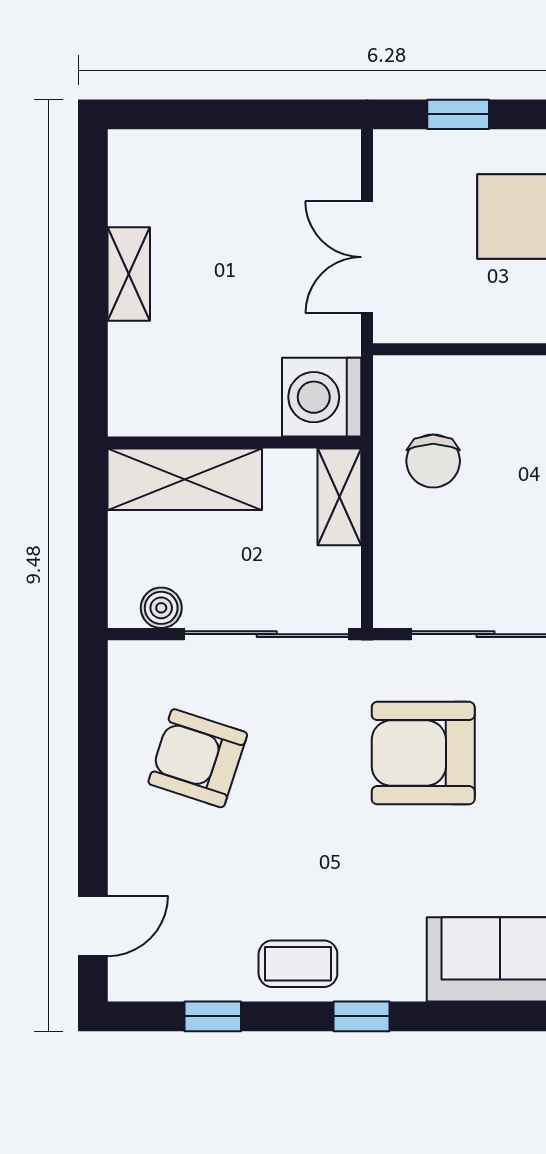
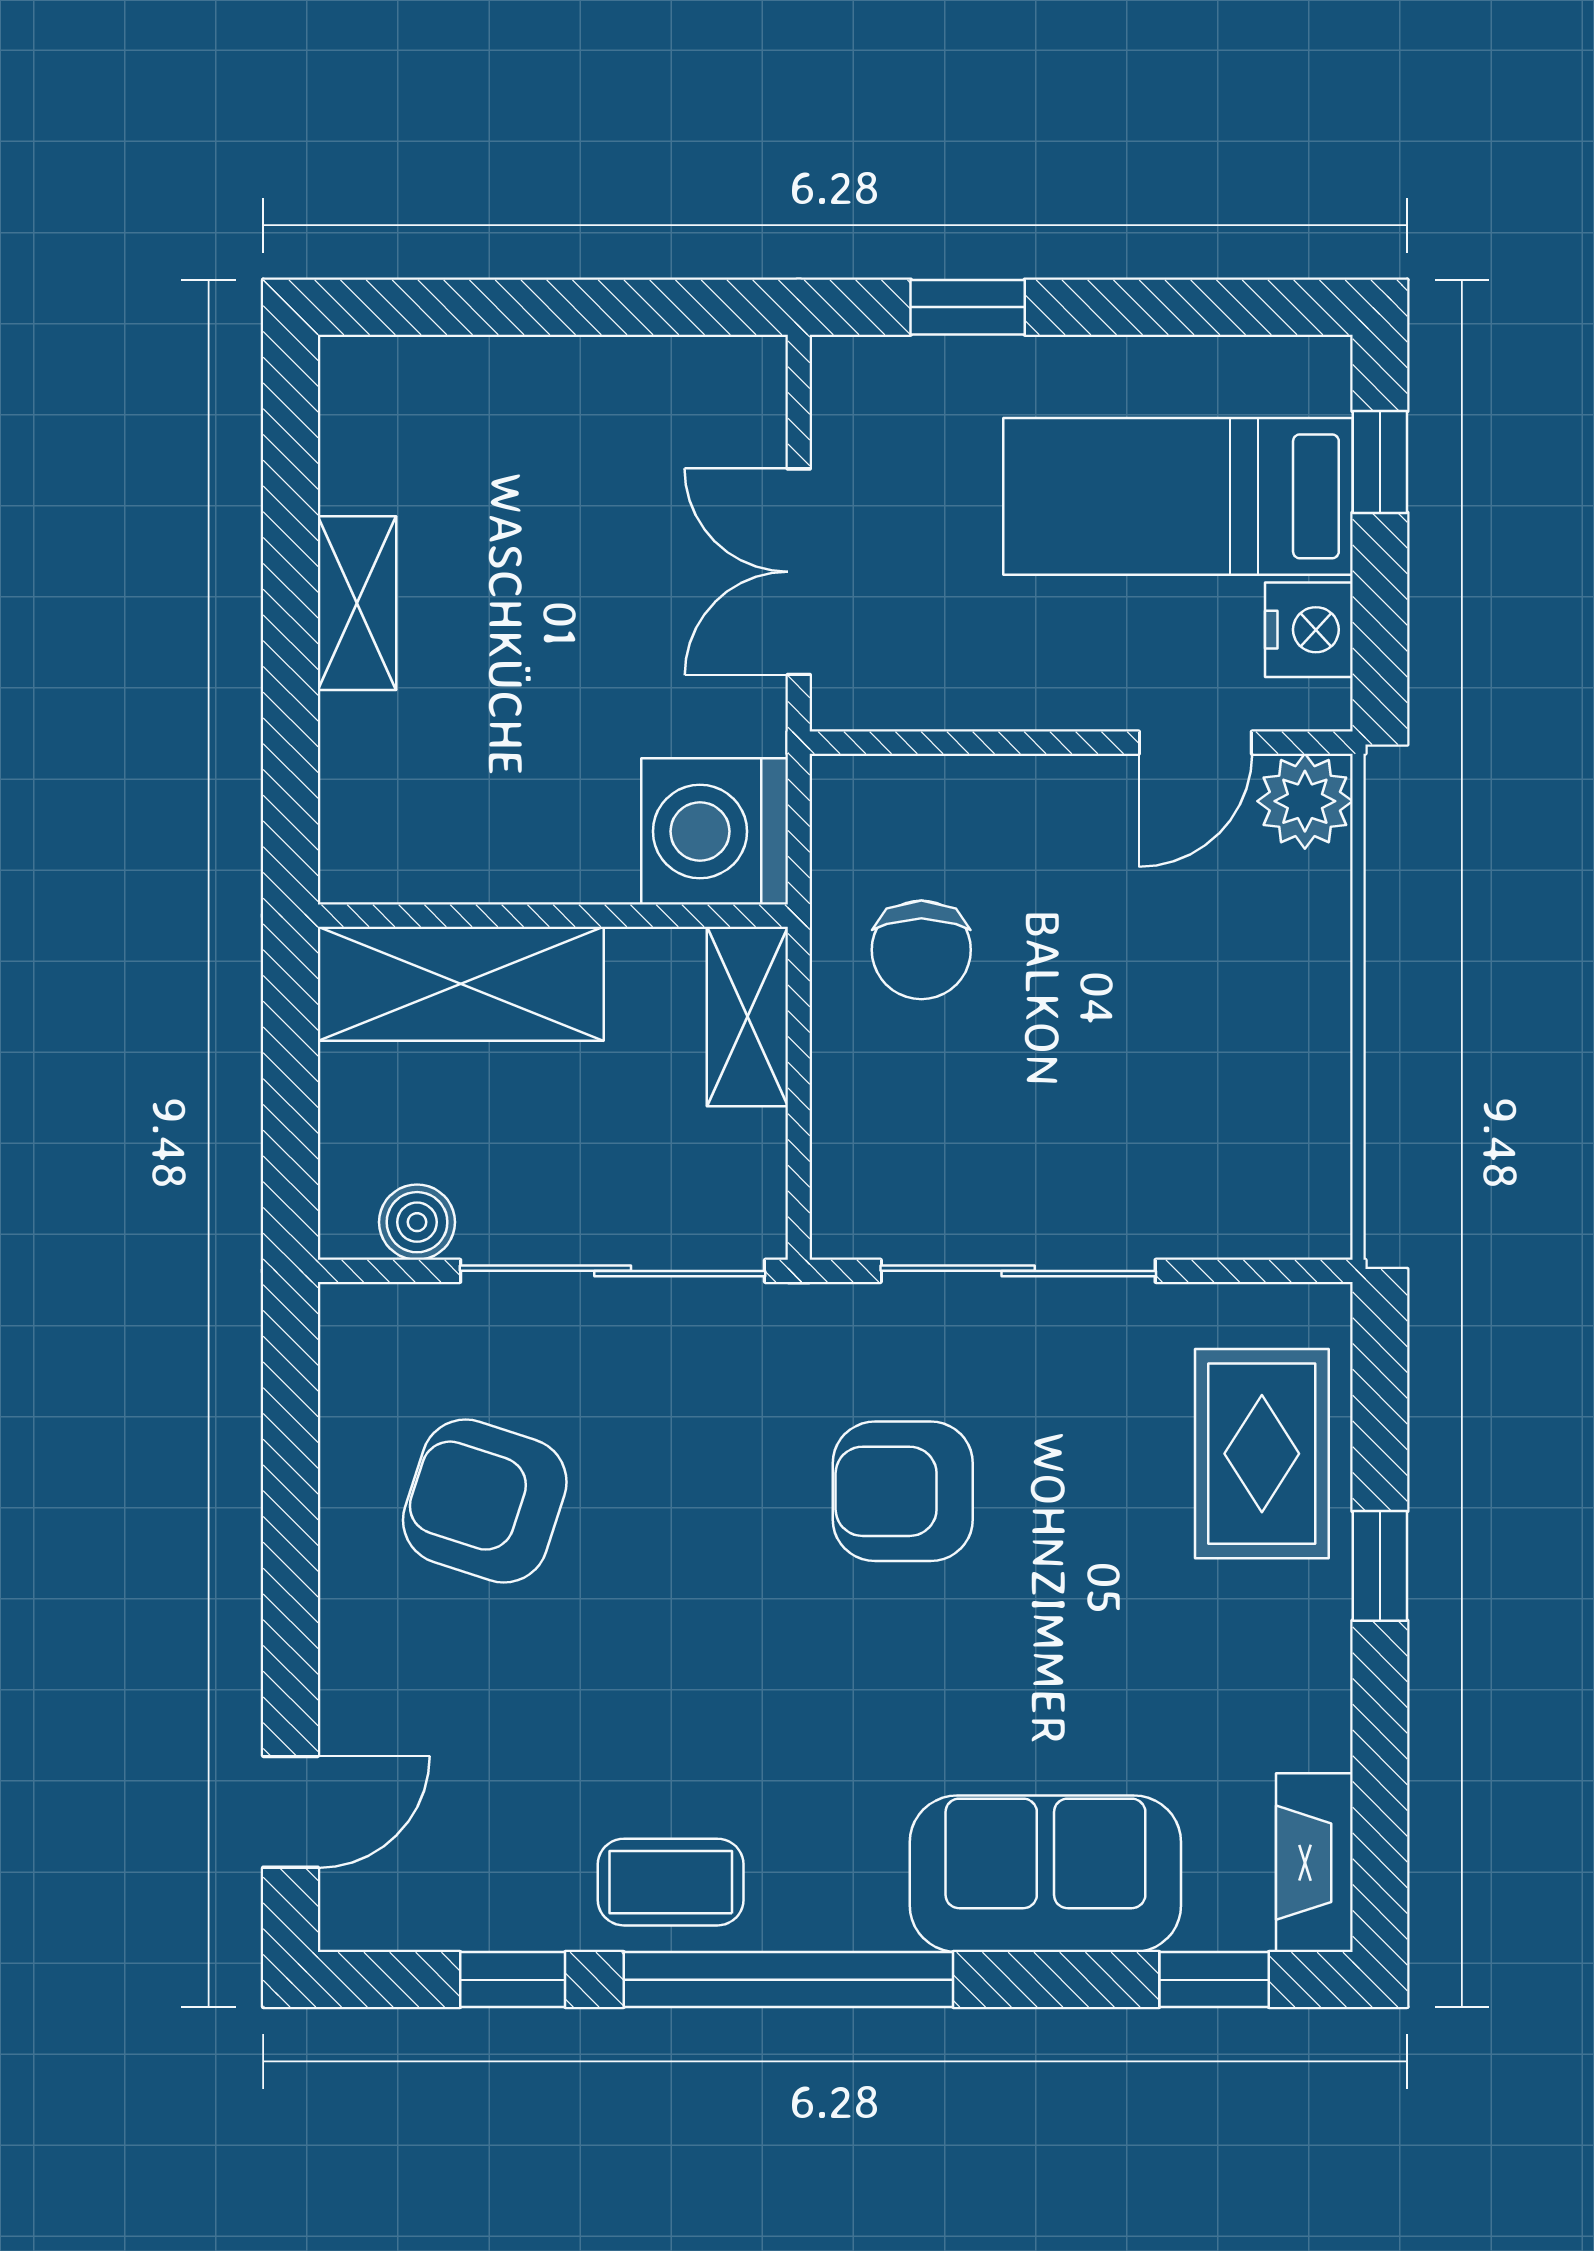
armchair: (423, 753) -> (903, 1491), width x0.73, depth x0.73
window: (361, 1016) -> (788, 1980), width x3.17

